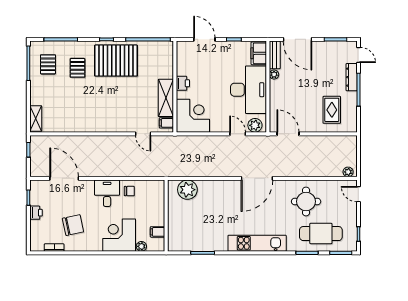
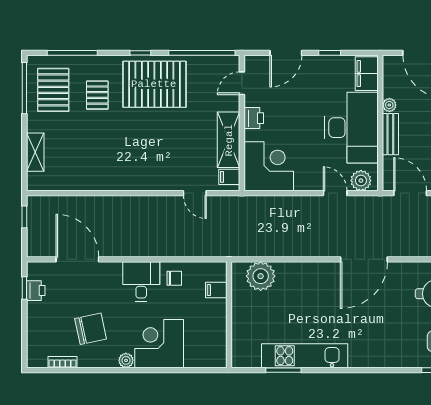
door: (204, 39) -> (286, 53), swing flipped
bench: (275, 55) -> (390, 134), moved
door: (175, 60) -> (242, 83), added
pallet: (48, 64) -> (53, 90), width x1.50, depth x1.42
shelving: (36, 119) -> (35, 152), moved
printer: (36, 213) -> (36, 291), moved
filing cabinet: (158, 232) -> (216, 290), moved
kitchen unit: (257, 243) -> (305, 356), moved
plant: (141, 246) -> (126, 360), moved

